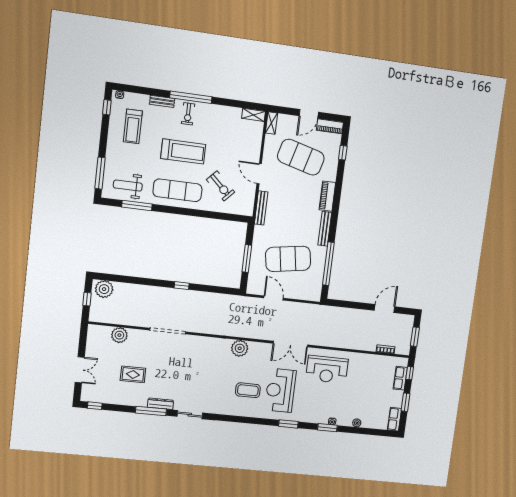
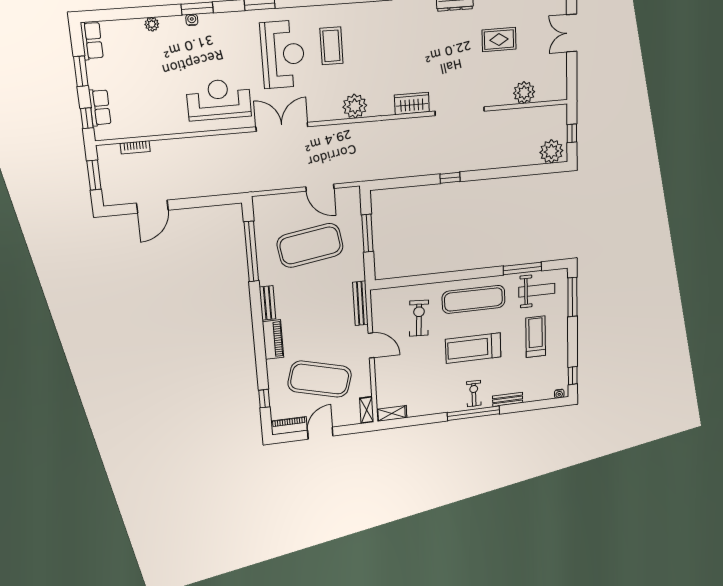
treadmill: (133, 126) -> (536, 337), moved
exercise bike: (221, 186) -> (419, 318), turned 50
bench: (325, 229) -> (268, 303), width x0.73
wardrobe: (200, 343) -> (412, 104), added
coffee table: (248, 390) -> (331, 46), turned 90

